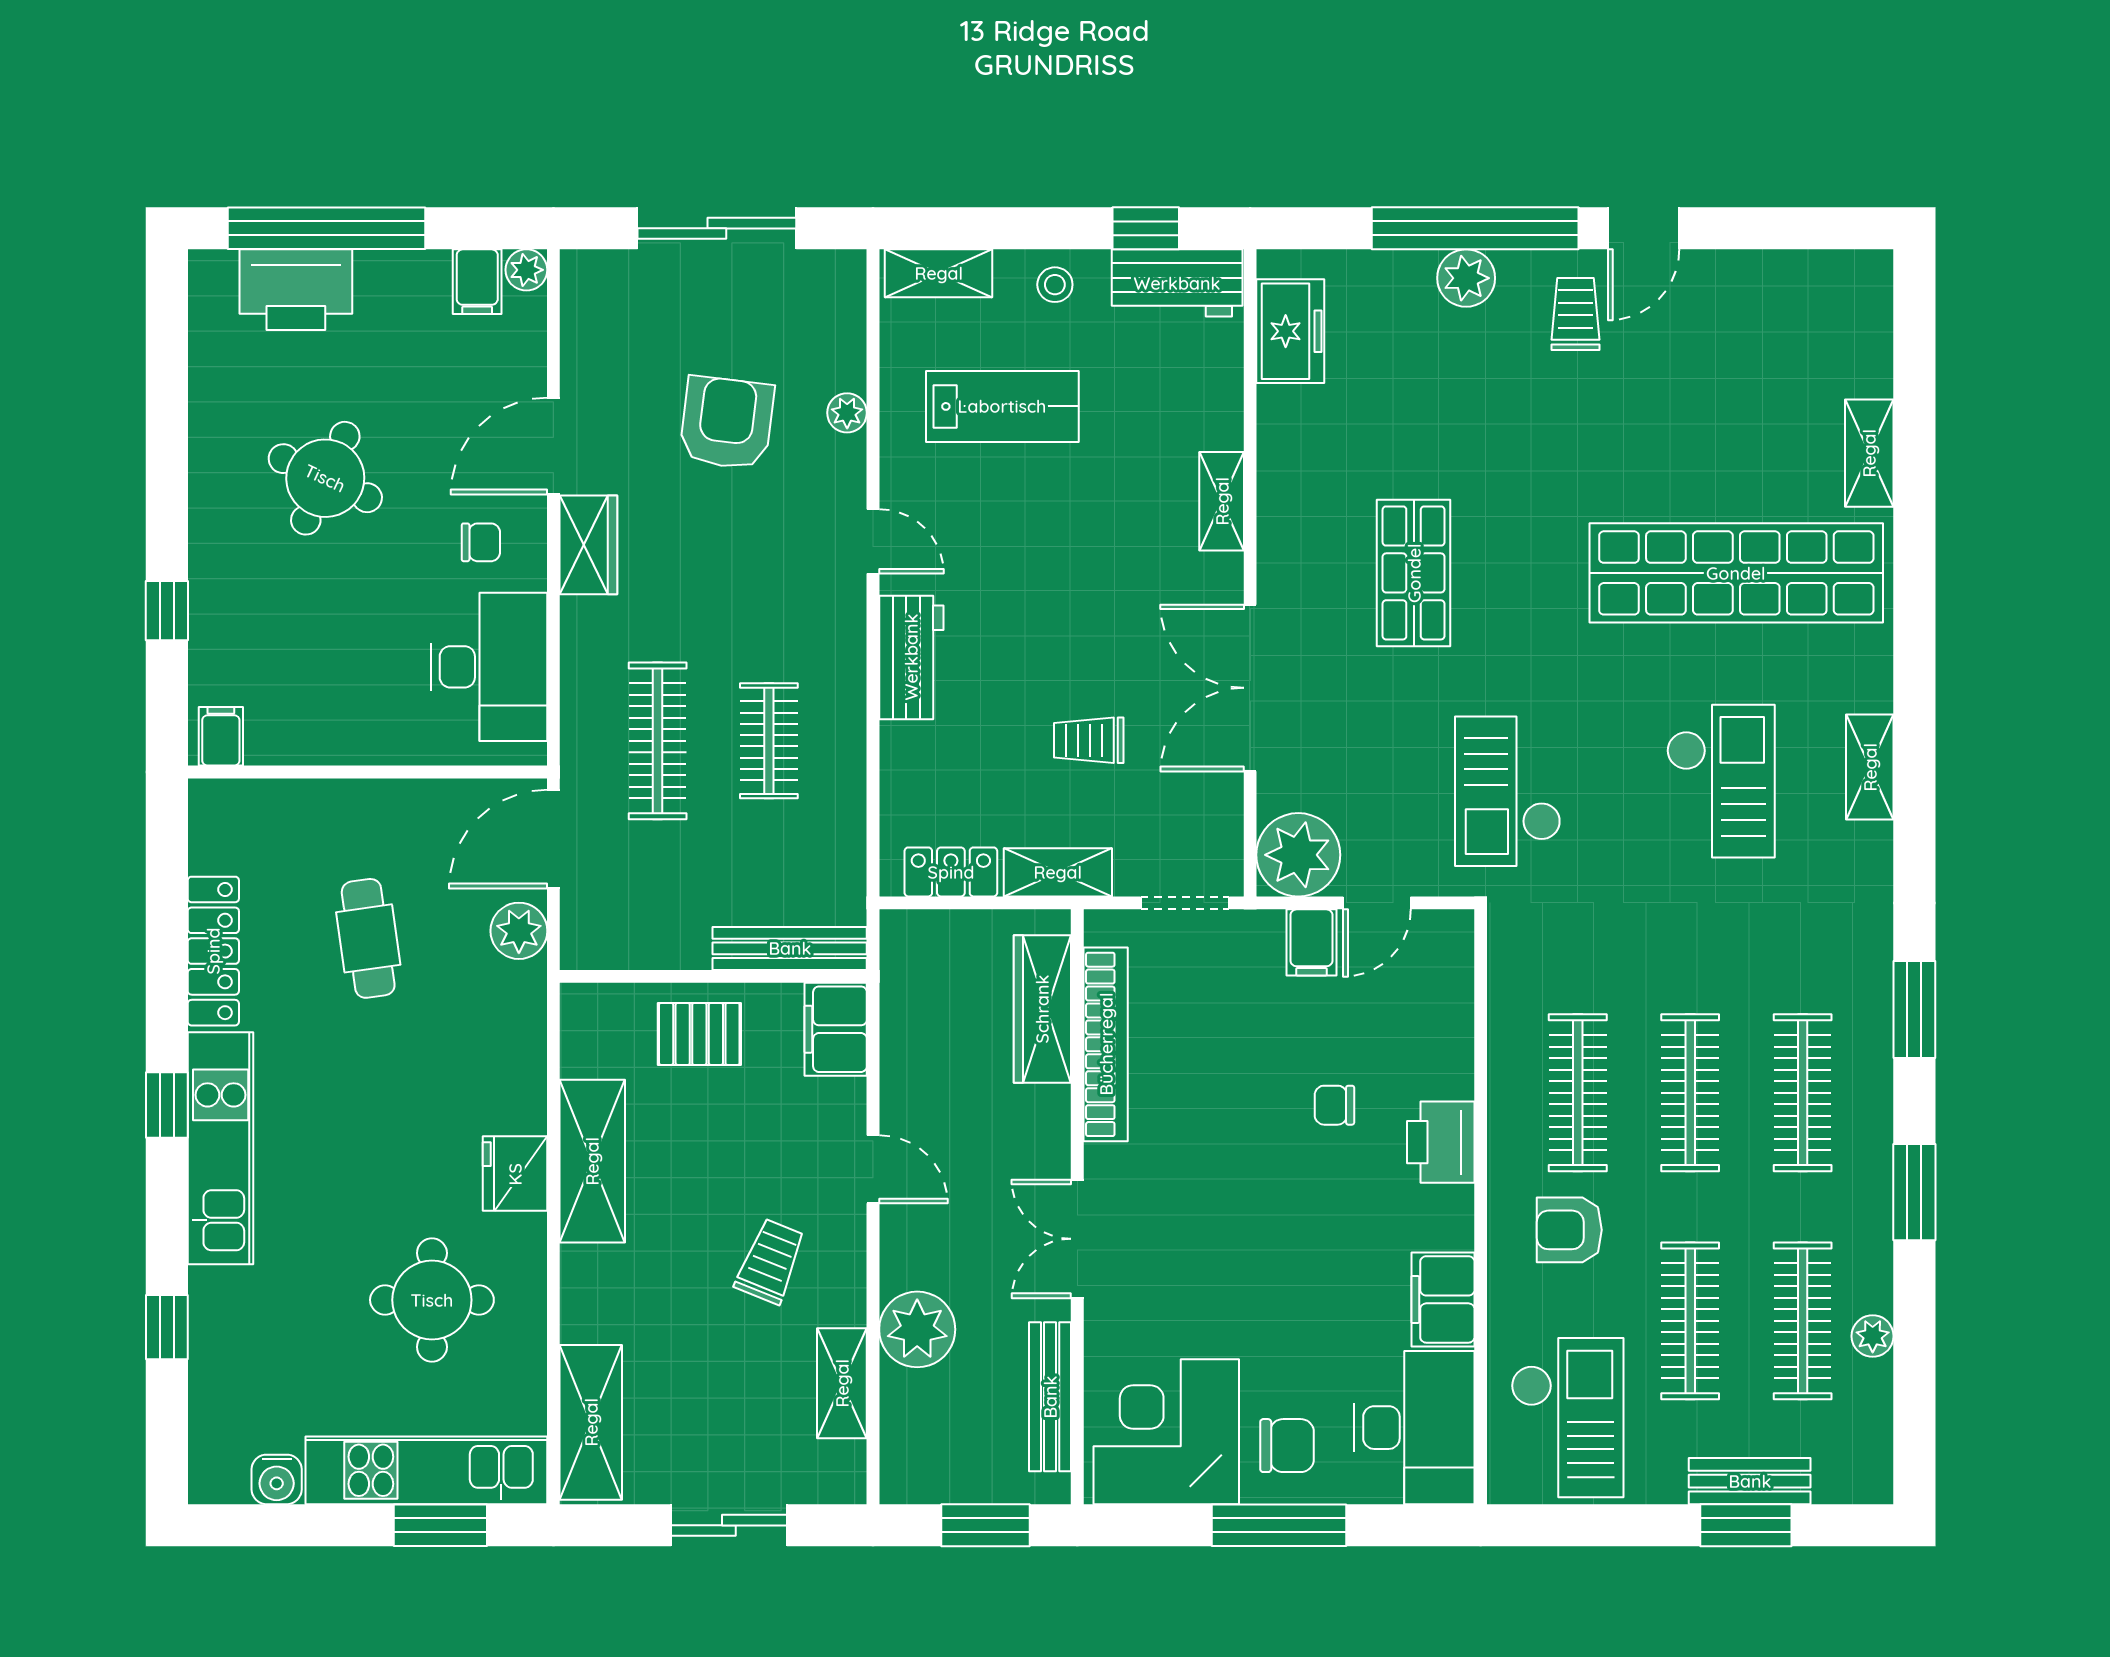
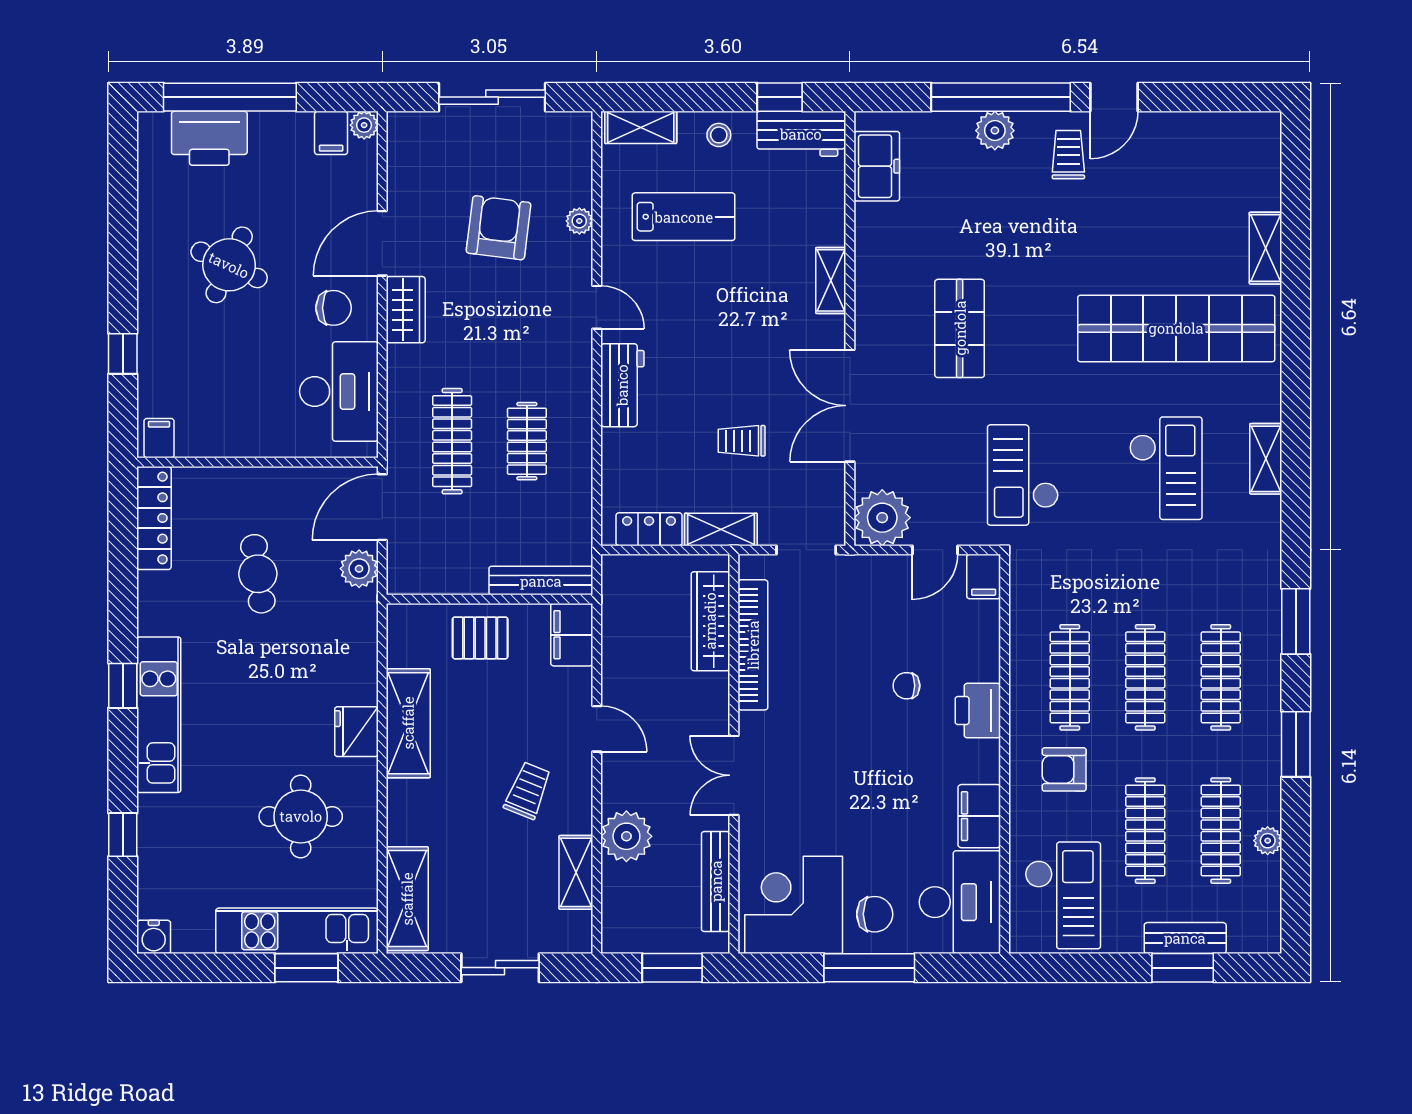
chair: (481, 542) -> (334, 308), width x1.37, depth x1.37
filing cabinet: (1311, 942) -> (984, 577), moved
locker: (213, 951) -> (154, 518), moved
water cooler: (277, 1479) -> (154, 937), moved

